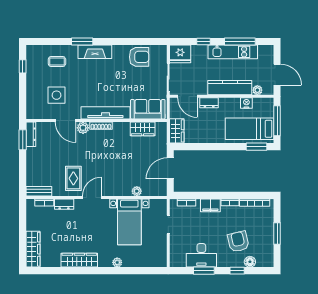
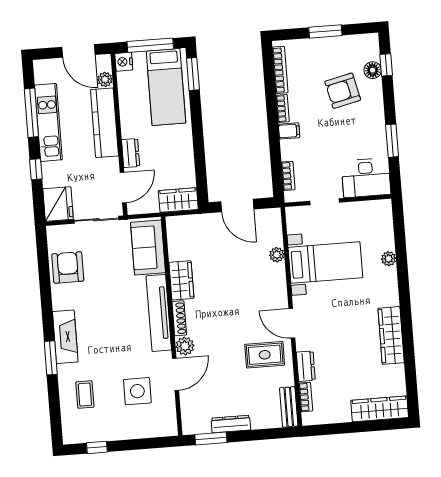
door: (277, 75) -> (78, 51), swing flipped
nightstand: (246, 103) -> (124, 62), moved
wardrobe: (143, 129) -> (181, 280), moved
dresser: (31, 134) -> (231, 424), moved
filing cabinet: (210, 205) -> (289, 131), width x0.50
desk: (201, 255) -> (366, 178), moved, turned 90
plant: (117, 262) -> (389, 259), moved
window: (237, 271) -> (386, 65), moved

